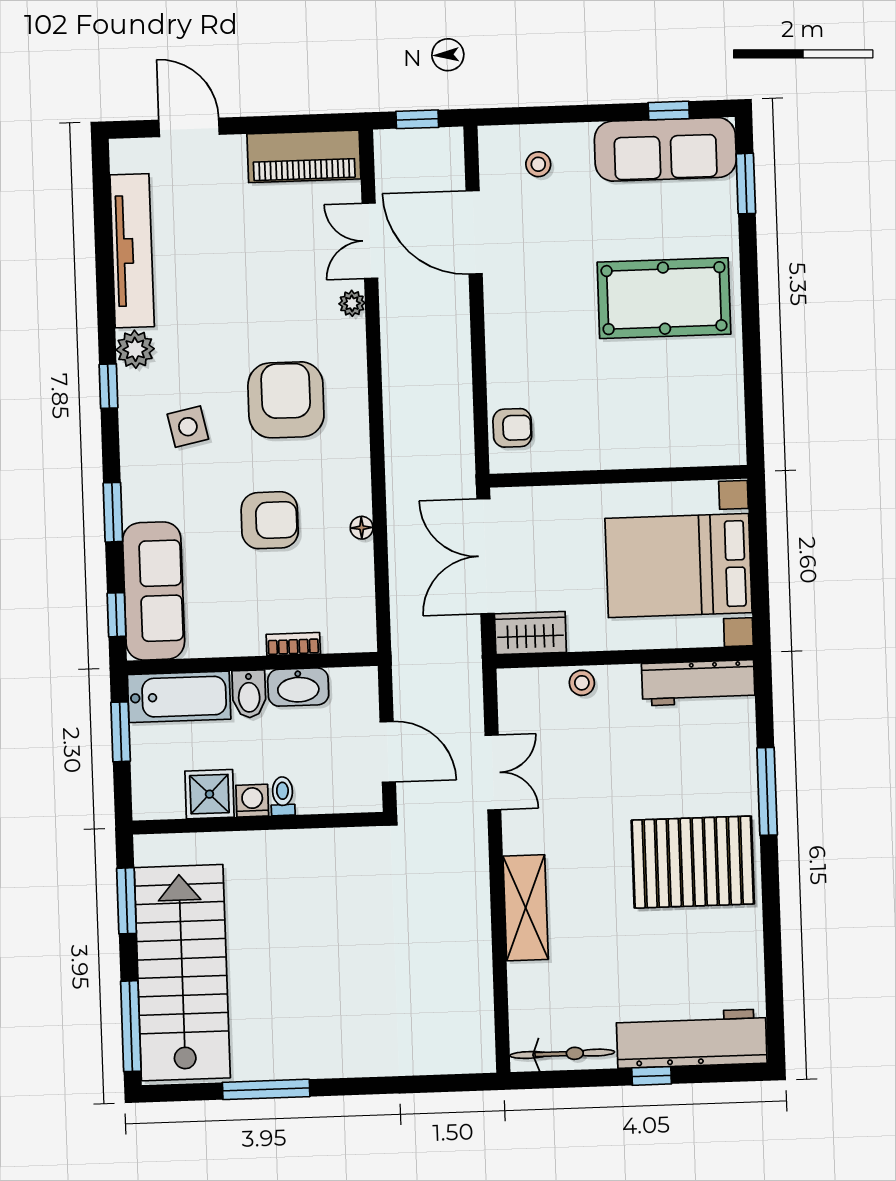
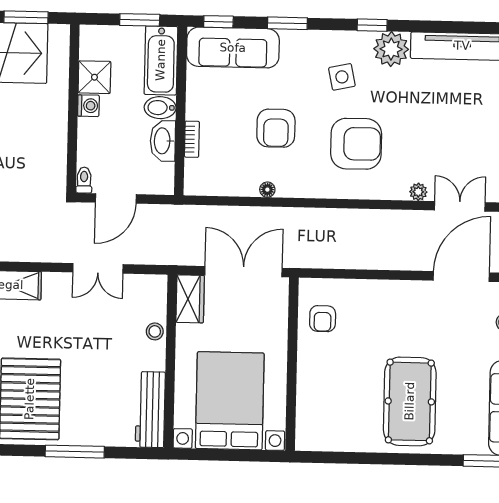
plant: (135, 349) -> (391, 49), width x1.36, depth x1.36
armchair: (512, 428) -> (323, 319), moved
toilet: (283, 796) -> (84, 180), moved, turned -90

